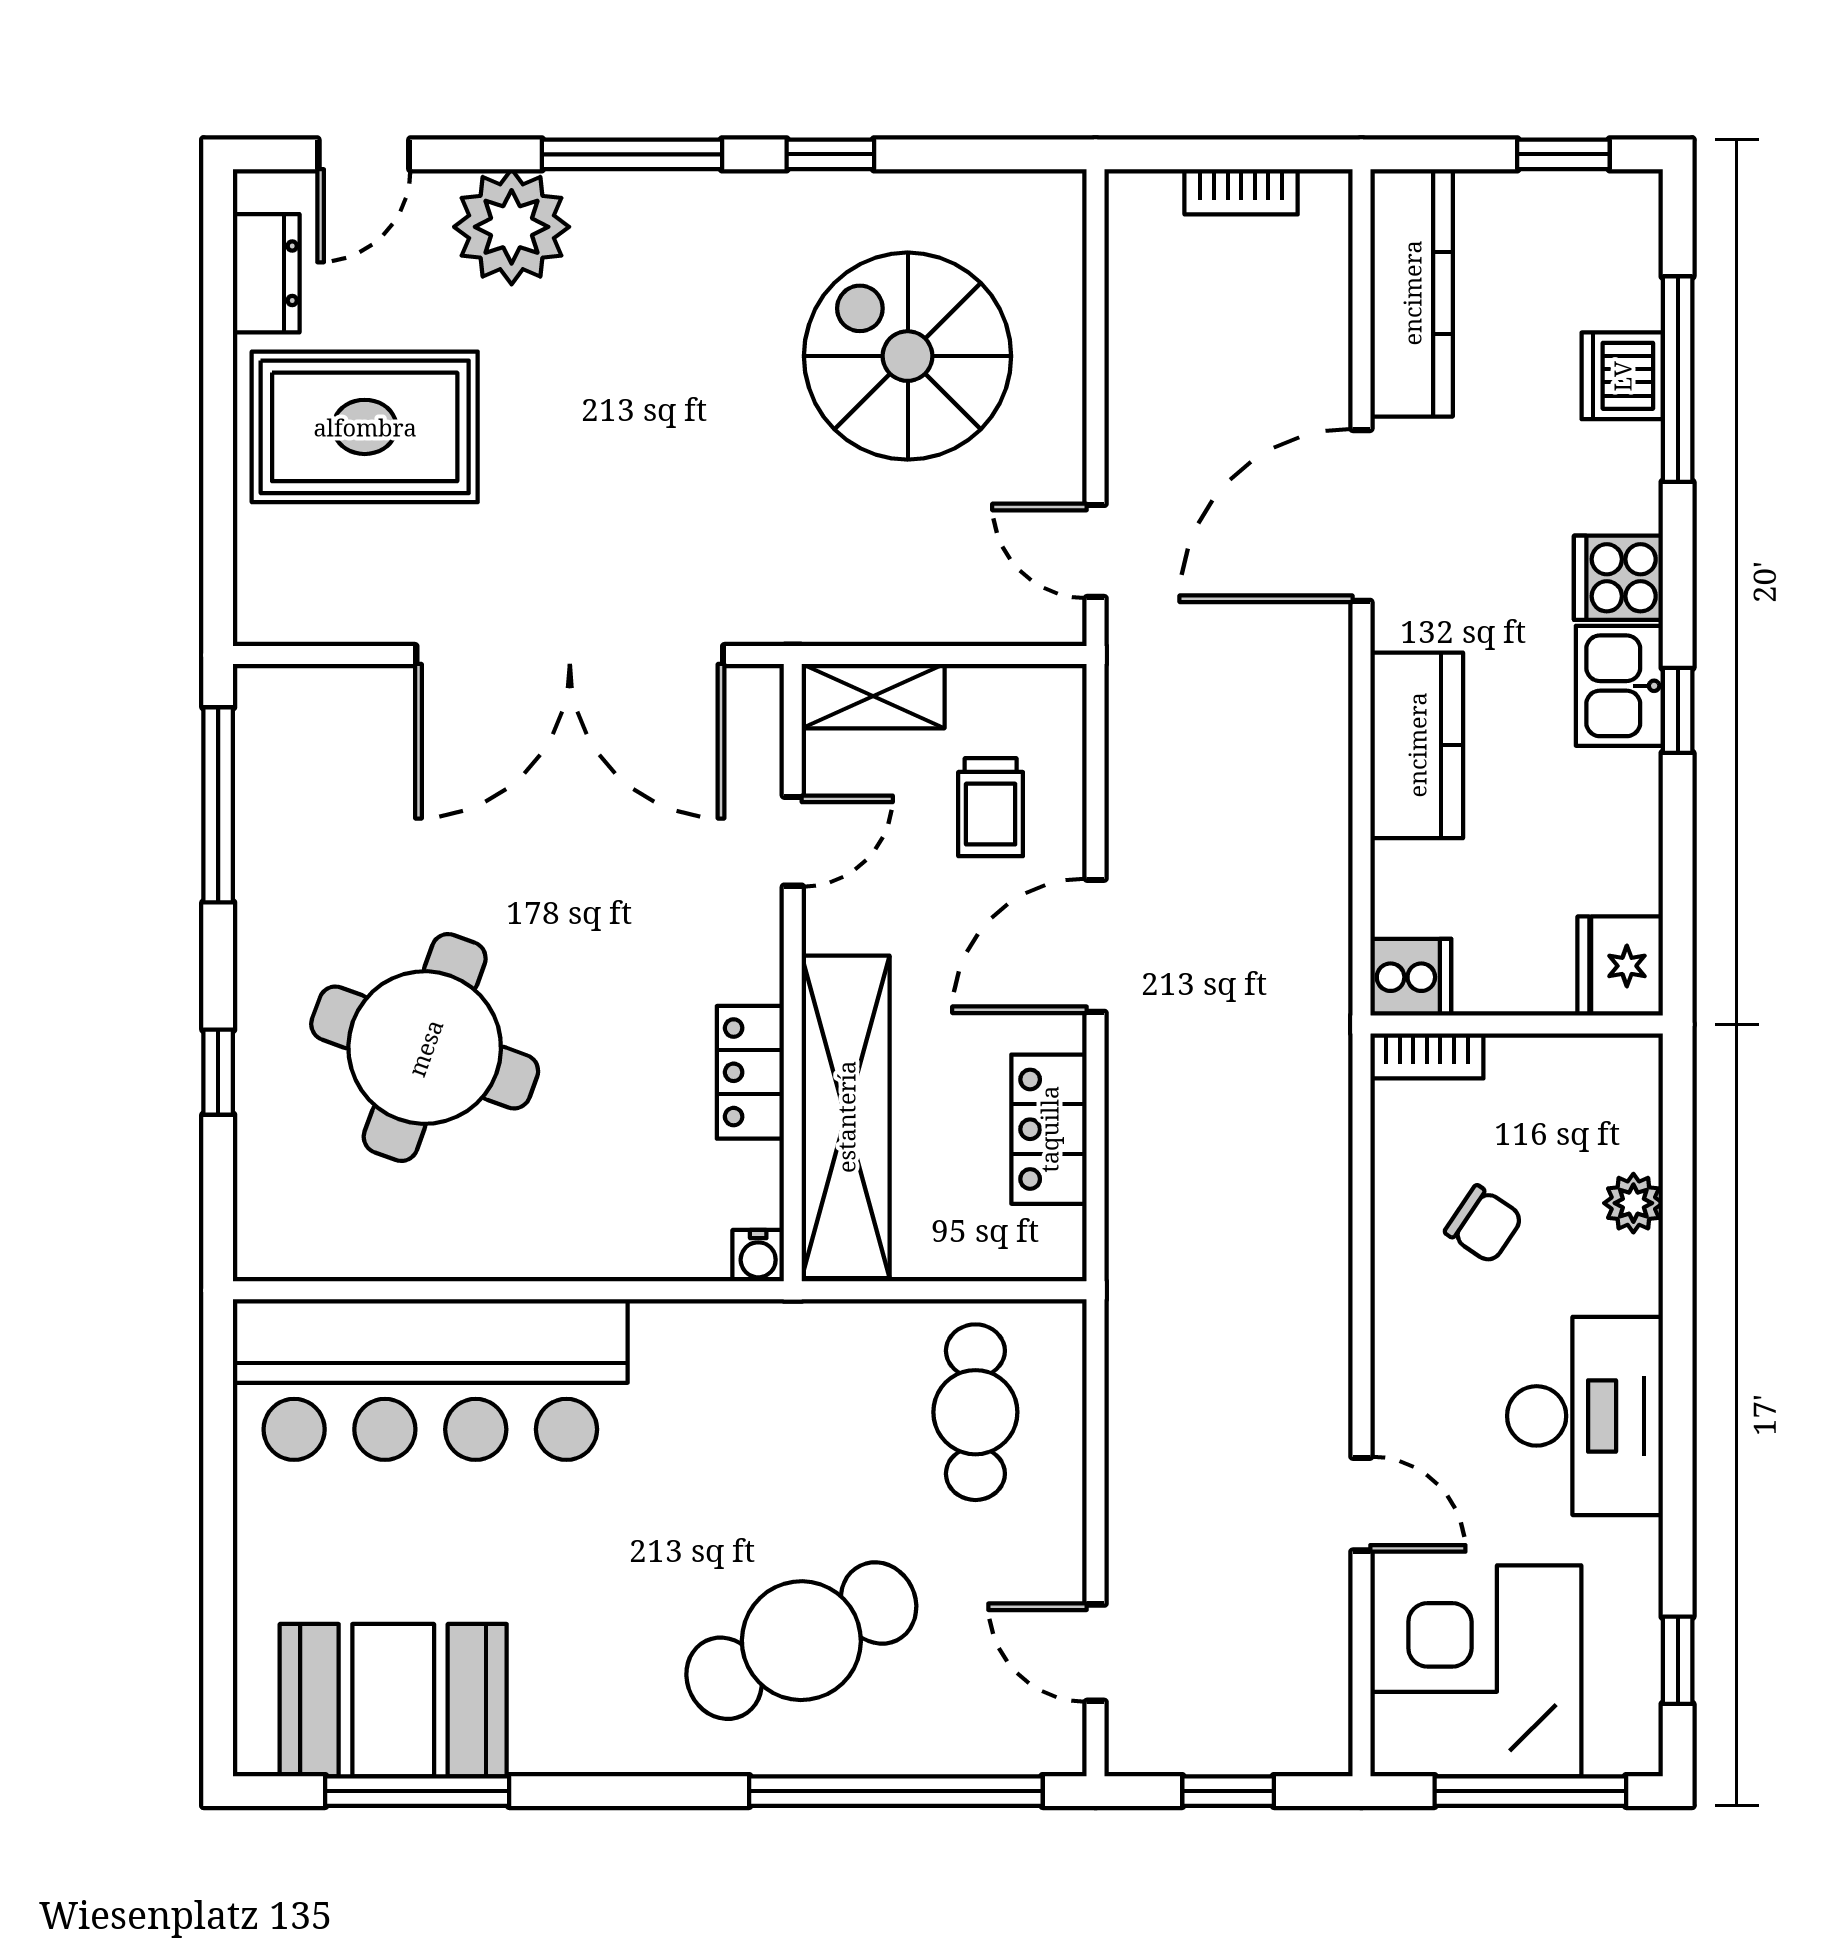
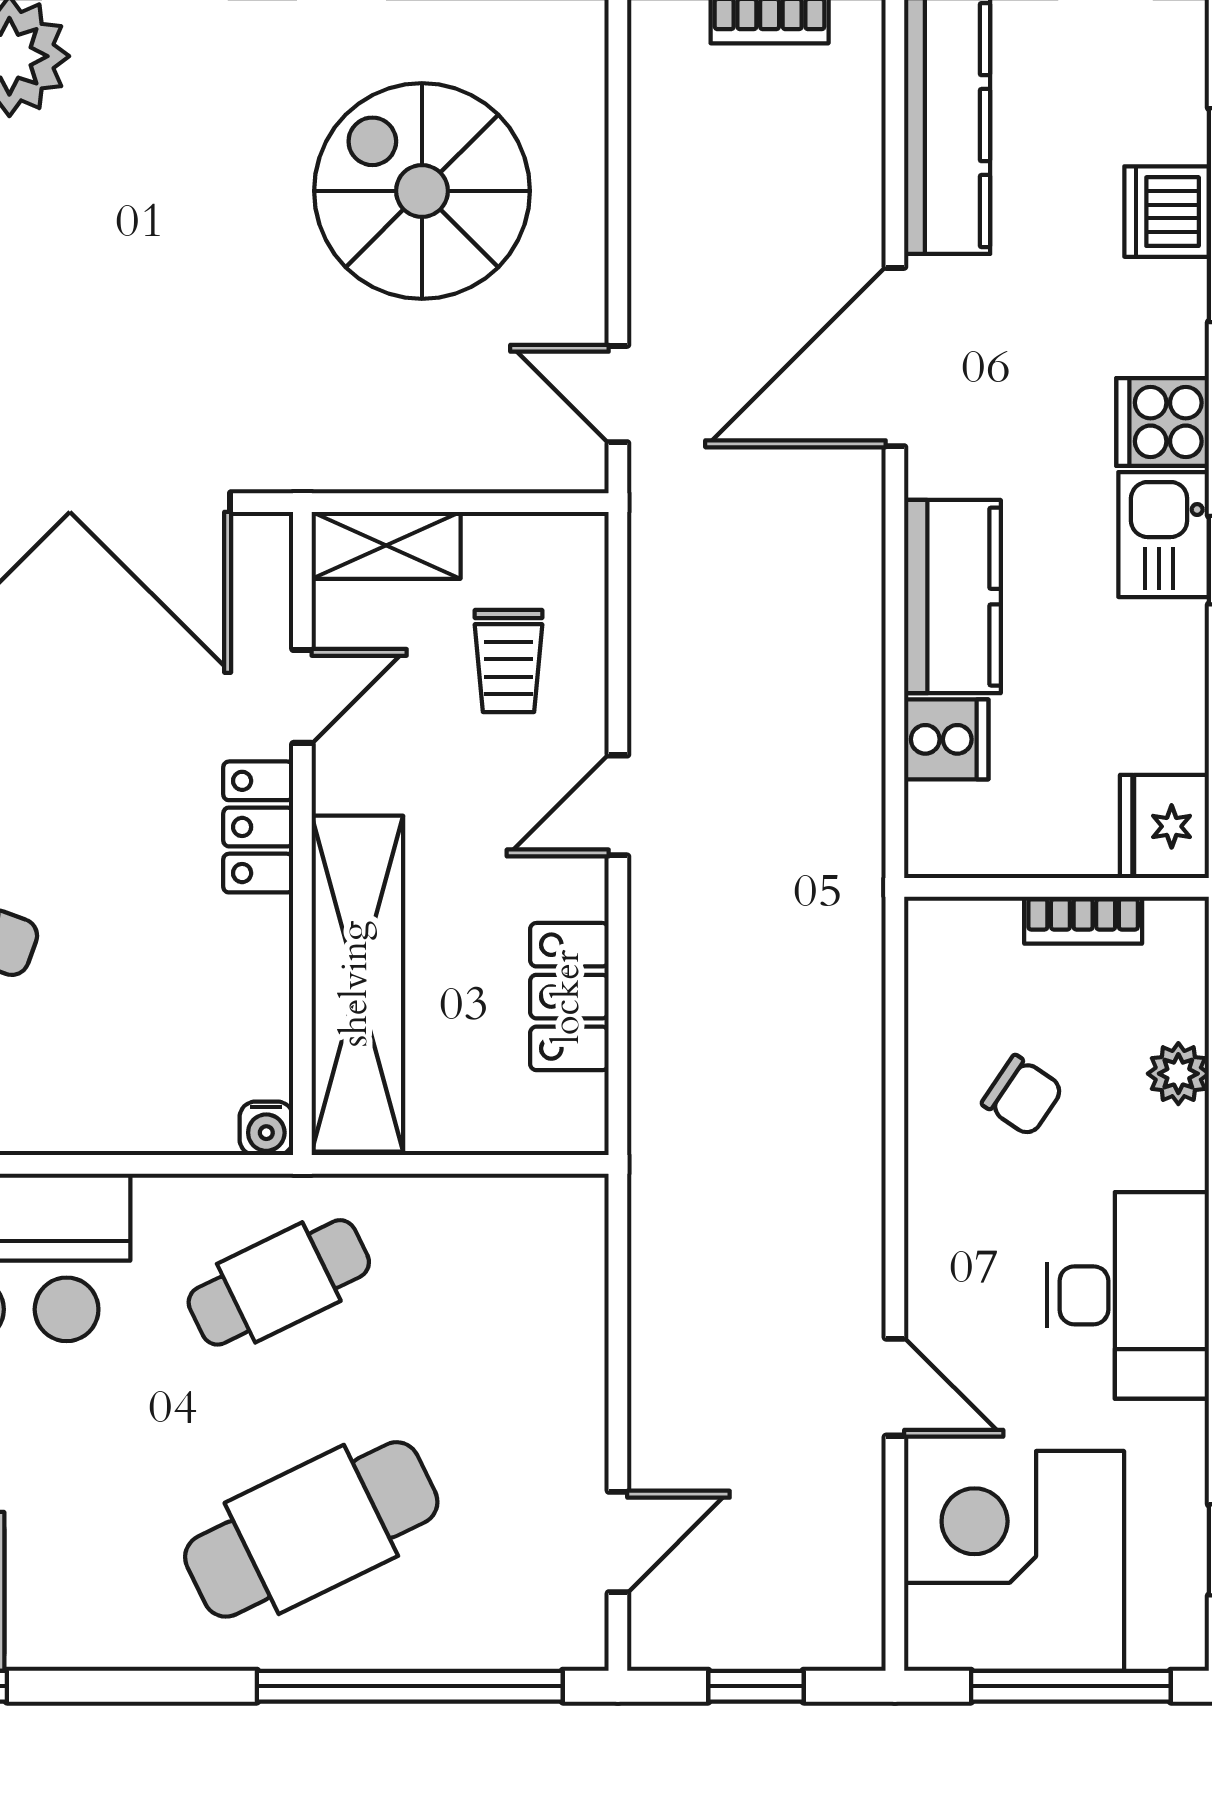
door: (1096, 946) -> (618, 805), width x0.73
cooker: (1411, 977) -> (946, 739), moved
bookcase: (1427, 1056) -> (1083, 920), moved
locker: (750, 1072) -> (258, 827), moved
cafe table: (975, 1412) -> (279, 1282), moved, turned 64
door: (1096, 1653) -> (618, 1542), swing flipped

